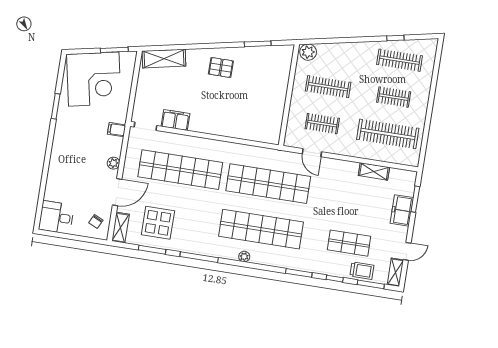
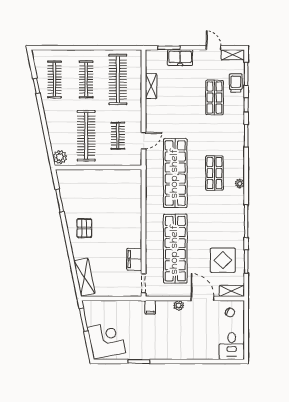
corner desk: (94, 79) -> (106, 340), width x0.74, depth x0.74
clothes rail: (328, 87) -> (86, 136), width x1.37, depth x1.31
clothes rail: (394, 97) -> (86, 79), width x1.36
shop shelf: (261, 229) -> (214, 173), width x0.50, depth x0.74

